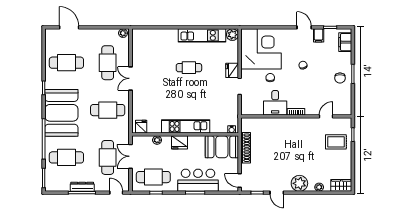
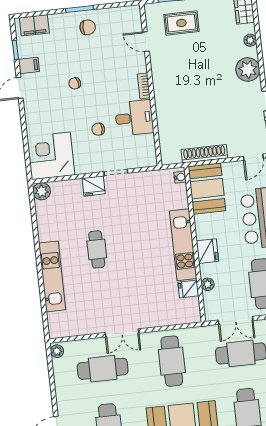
kitchen unit: (202, 35) -> (52, 276), moved
corner desk: (261, 49) -> (51, 156), width x0.74, depth x0.74
fridge: (141, 127) -> (188, 289), moved
rug: (336, 142) -> (181, 23), turned 90

